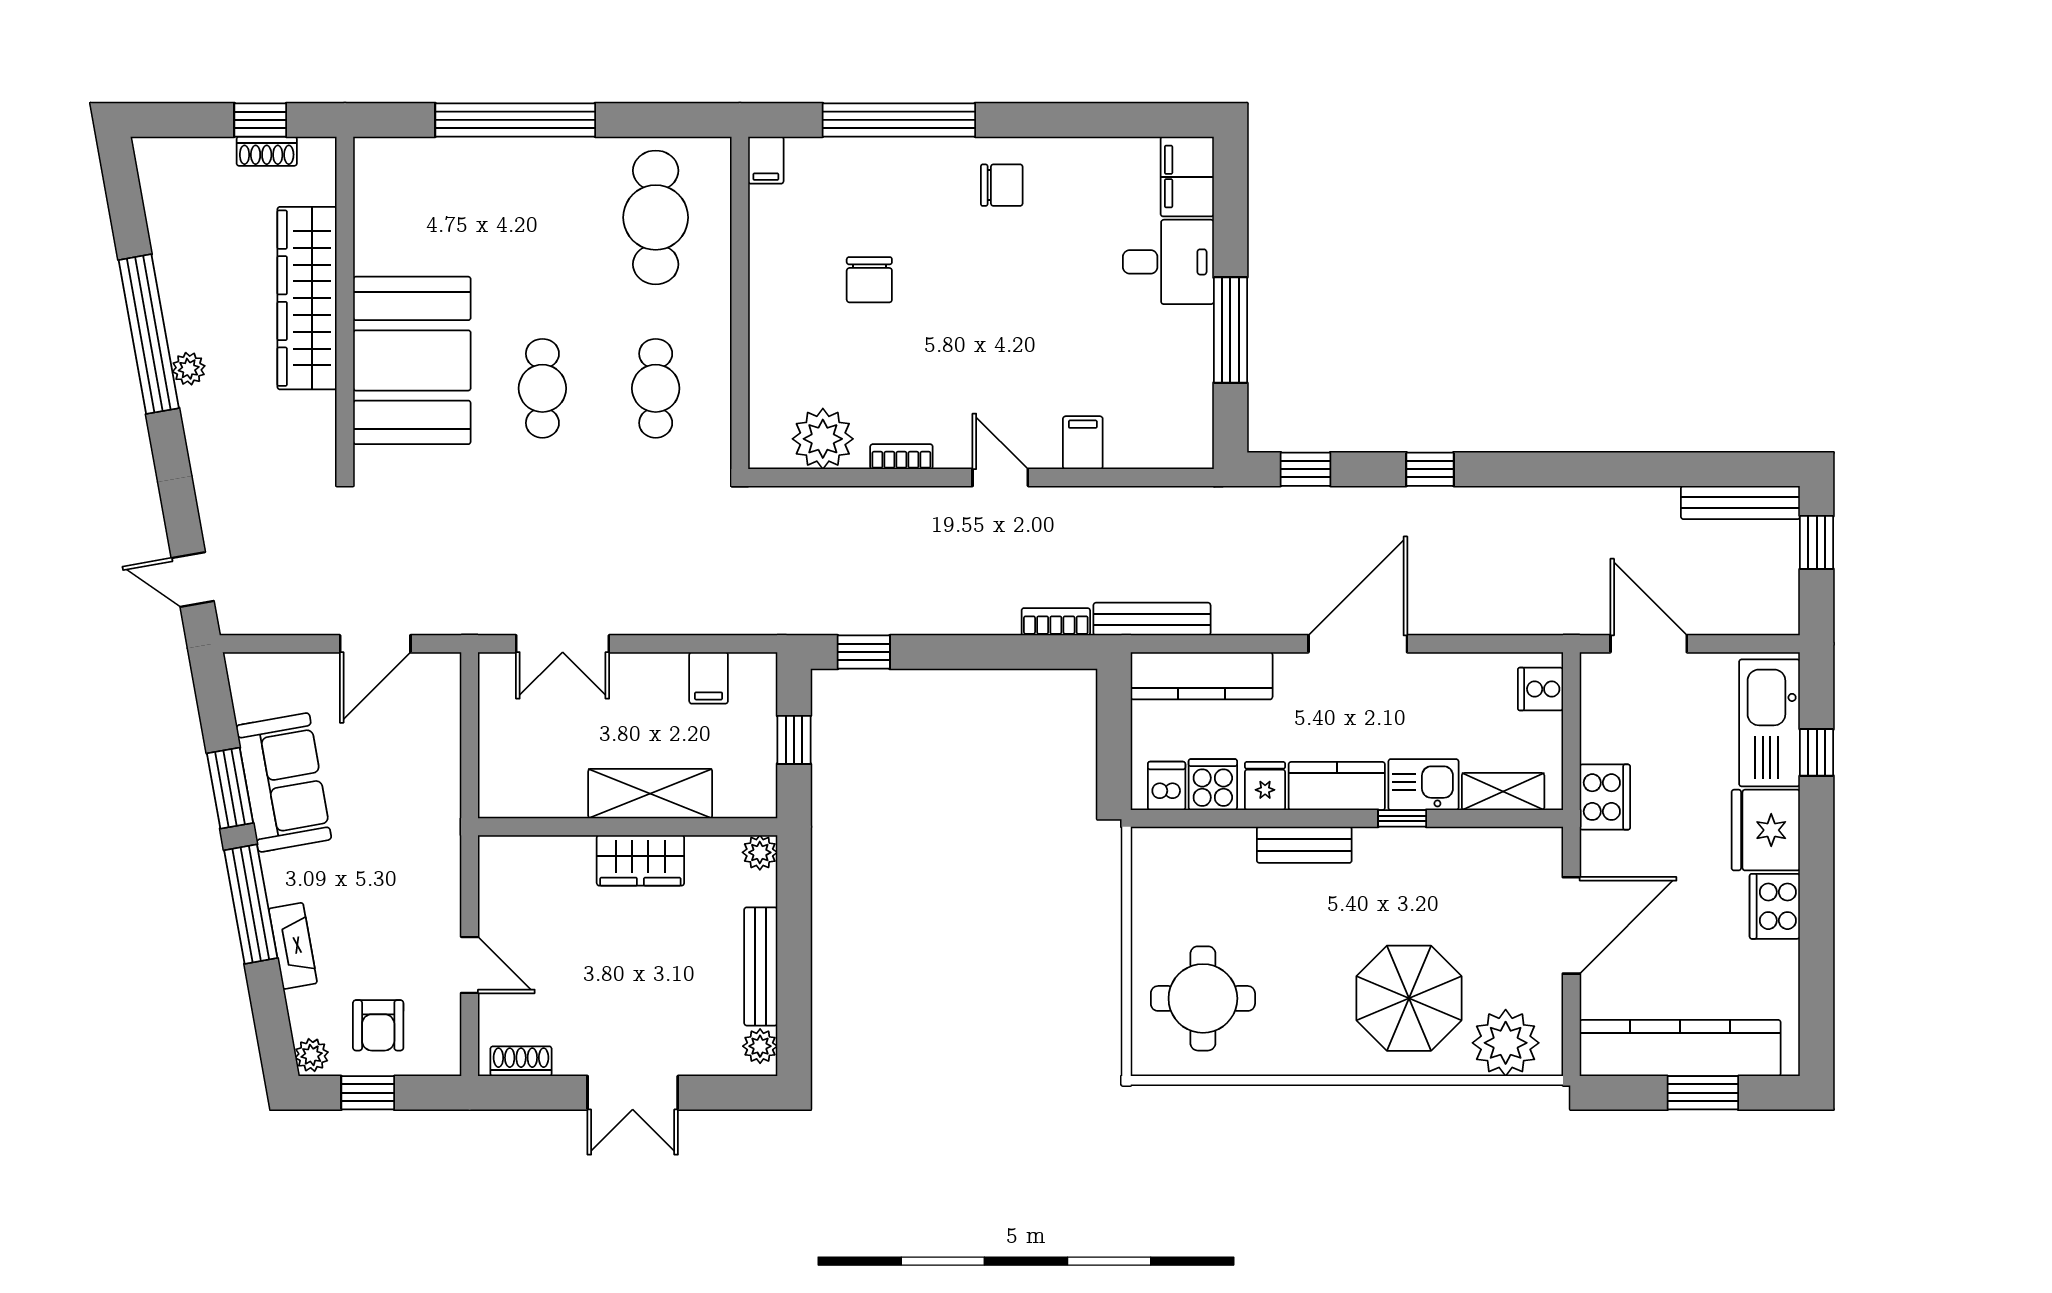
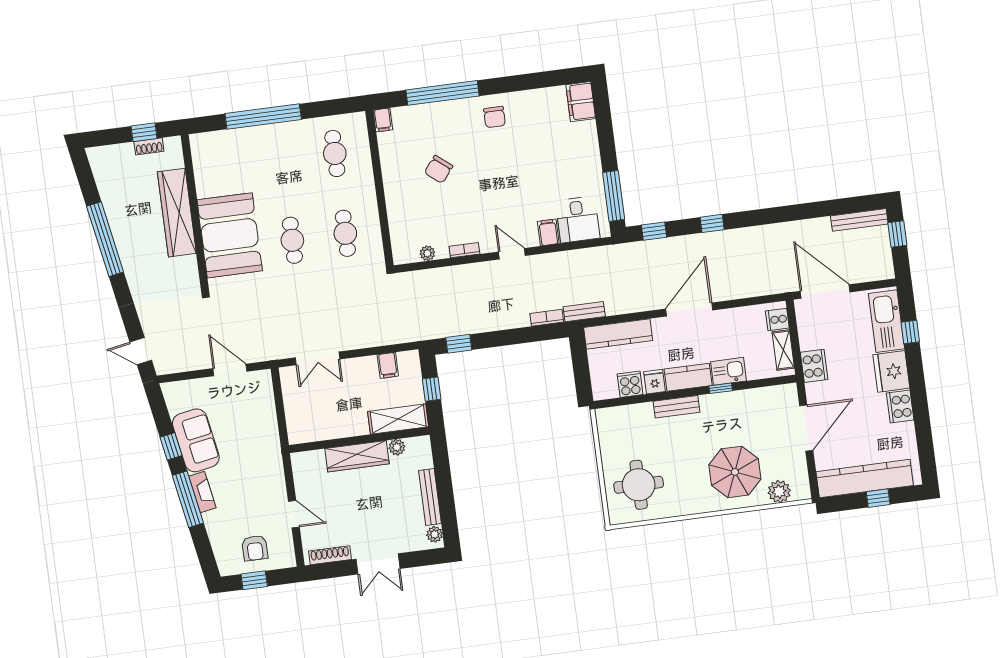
chair: (1002, 185) -> (495, 117), turned 90
cafe table: (656, 217) -> (335, 153), width x0.73, depth x0.74
desk: (1168, 262) -> (578, 220), moved, turned 90
chair: (869, 280) -> (439, 169), turned 39
window: (1230, 330) -> (614, 196), moved
plant: (189, 369) -> (126, 253), removed
plant: (823, 439) -> (427, 253), width x0.53, depth x0.53
bench: (1152, 619) -> (584, 312), width x0.73
door: (375, 644) -> (230, 370), swing flipped
door: (1649, 644) -> (825, 292), width x1.36
dishwasher: (1167, 786) -> (609, 388), removed
window: (230, 788) -> (171, 446), width x0.67
shelving: (1503, 792) -> (783, 350), moved, turned 90
shelving: (650, 794) -> (398, 419), moved
plant: (760, 852) -> (397, 447), moved
wardrobe: (640, 860) -> (357, 456), width x1.50
fireplace: (293, 946) -> (202, 492), moved
plant: (1506, 1043) -> (779, 492), width x0.73, depth x0.73
plant: (312, 1055) -> (226, 566), removed
shoe rack: (521, 1061) -> (330, 555), width x1.43
window: (1703, 1093) -> (878, 498), width x0.67

